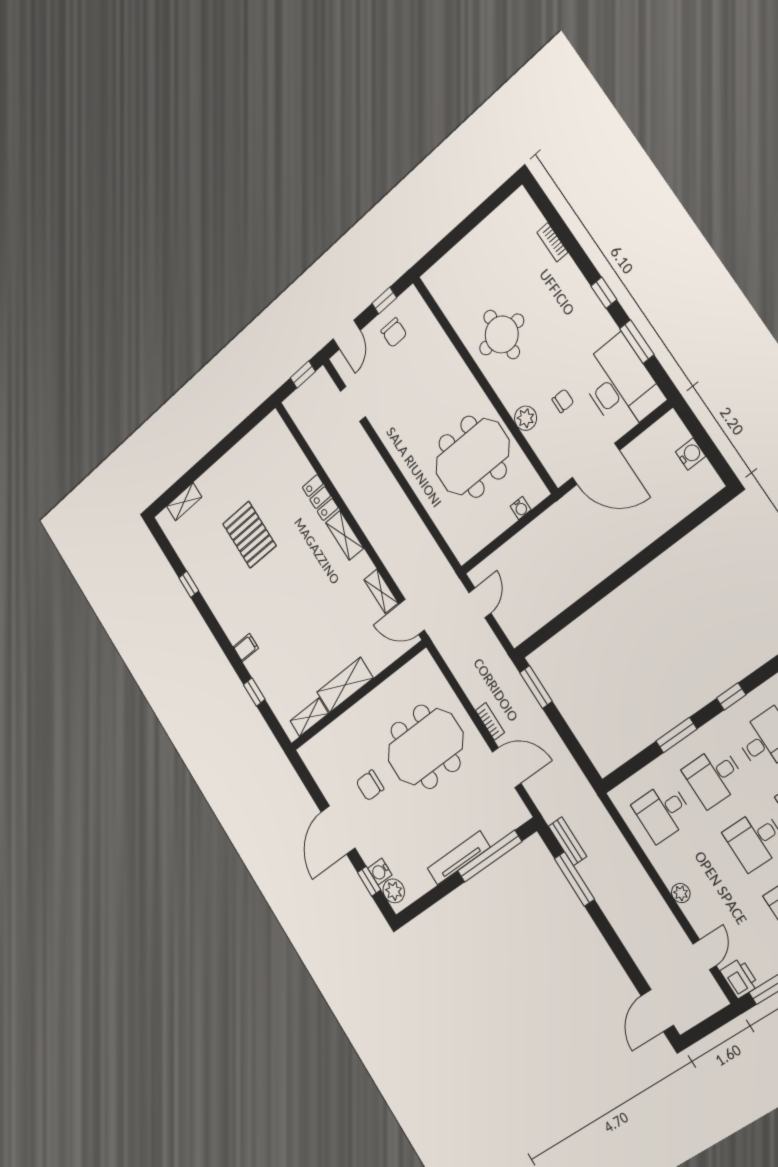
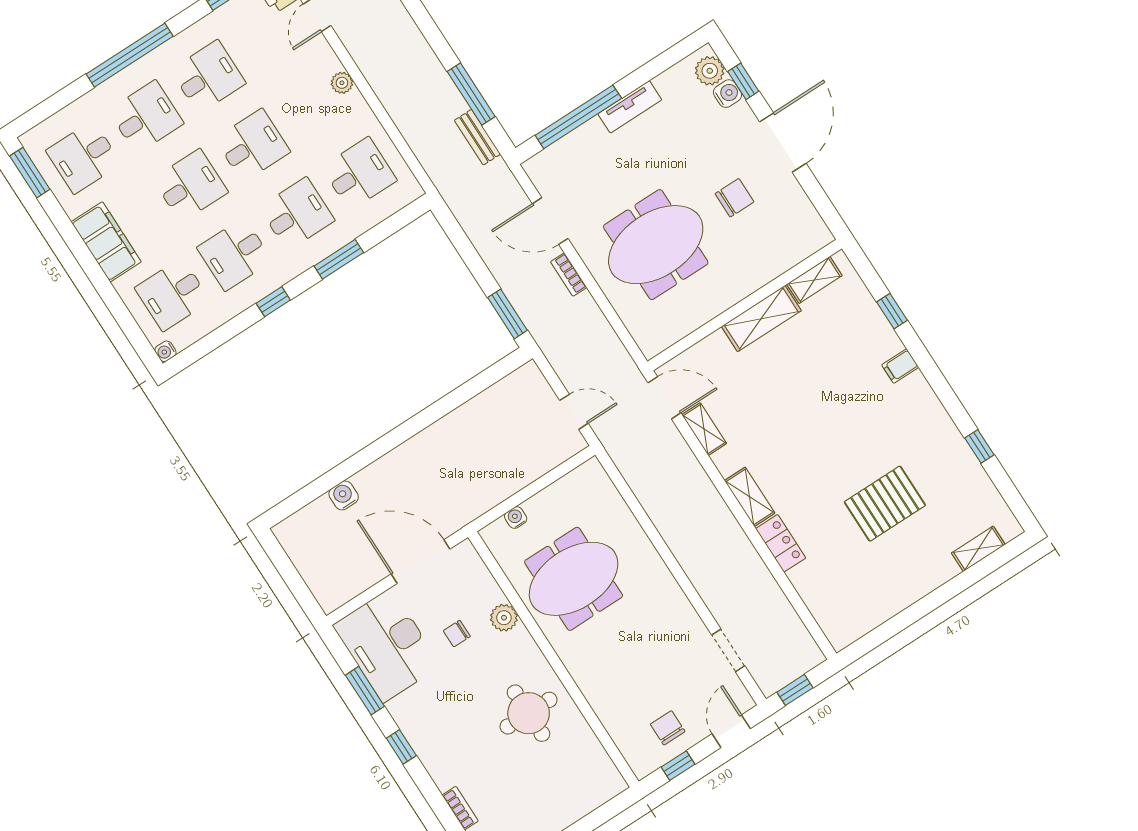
water cooler: (691, 454) -> (344, 495), moved, turned 90
pallet: (249, 535) -> (885, 504), turned 90
door: (480, 603) -> (574, 412), swing flipped
tv unit: (459, 858) -> (630, 107), width x0.71

